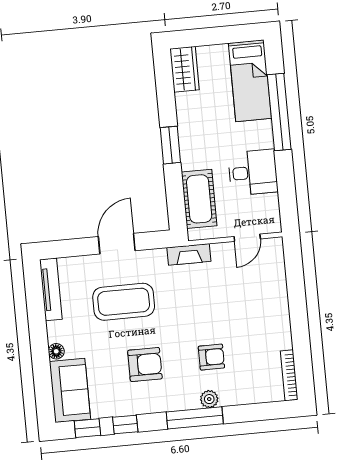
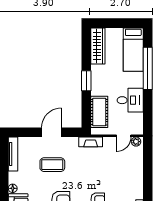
wardrobe: (184, 69) -> (98, 46), width x1.50
plant: (271, 246) -> (136, 142), added
coffee table: (124, 302) -> (52, 165), width x0.73, depth x0.76

